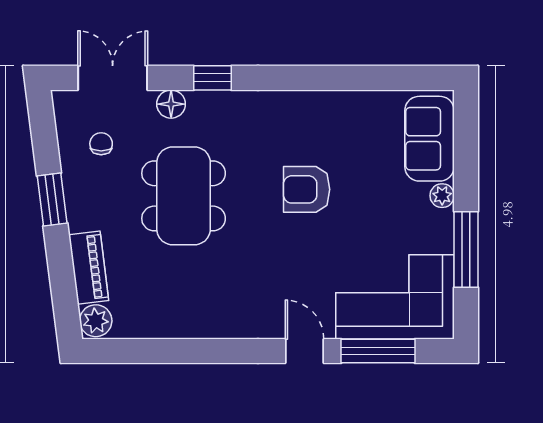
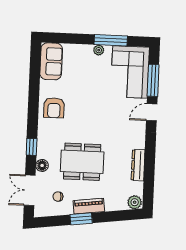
sofa: (429, 139) -> (51, 61), moved, turned -90
armchair: (307, 189) -> (54, 108), moved
plant: (442, 196) -> (99, 50), moved
piano: (89, 268) -> (89, 206), moved
dresser: (181, 325) -> (138, 165), added

